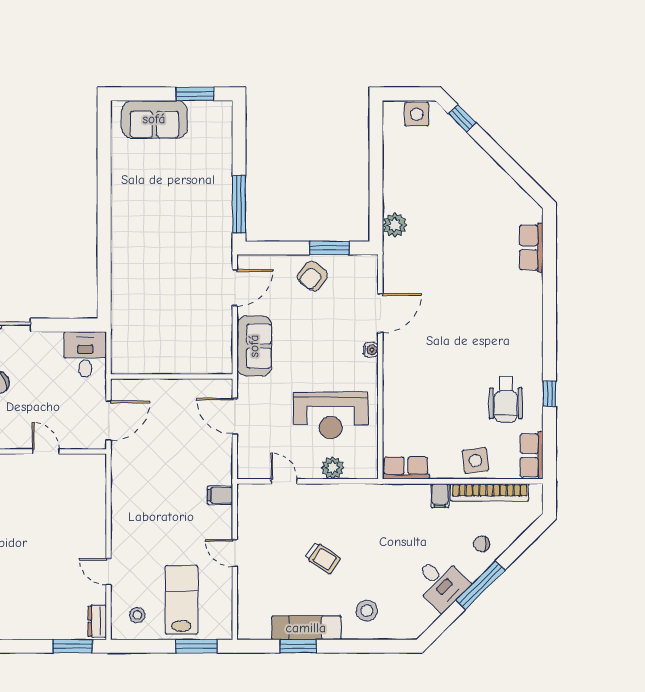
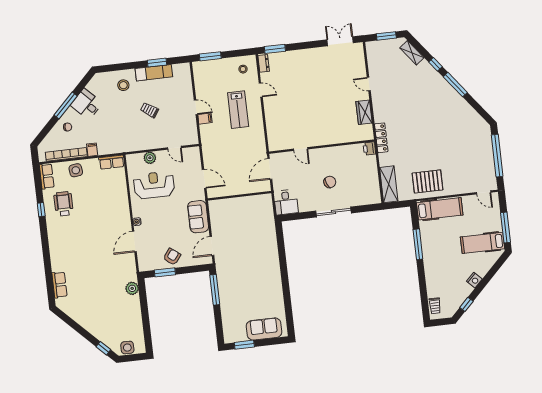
filing cabinet: (220, 495) -> (205, 119), moved
lab bench: (181, 600) -> (238, 110), moved

